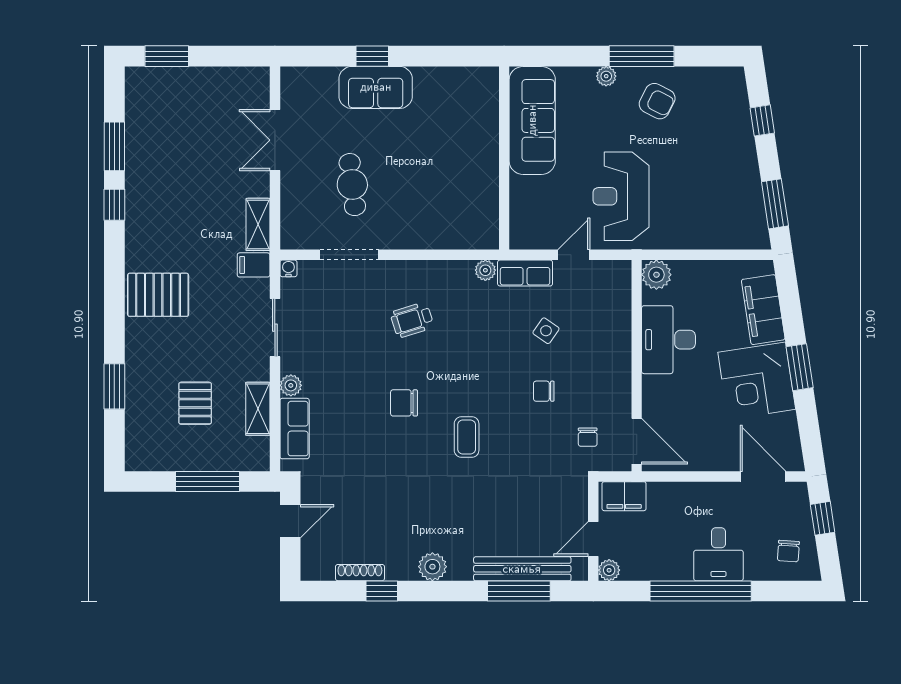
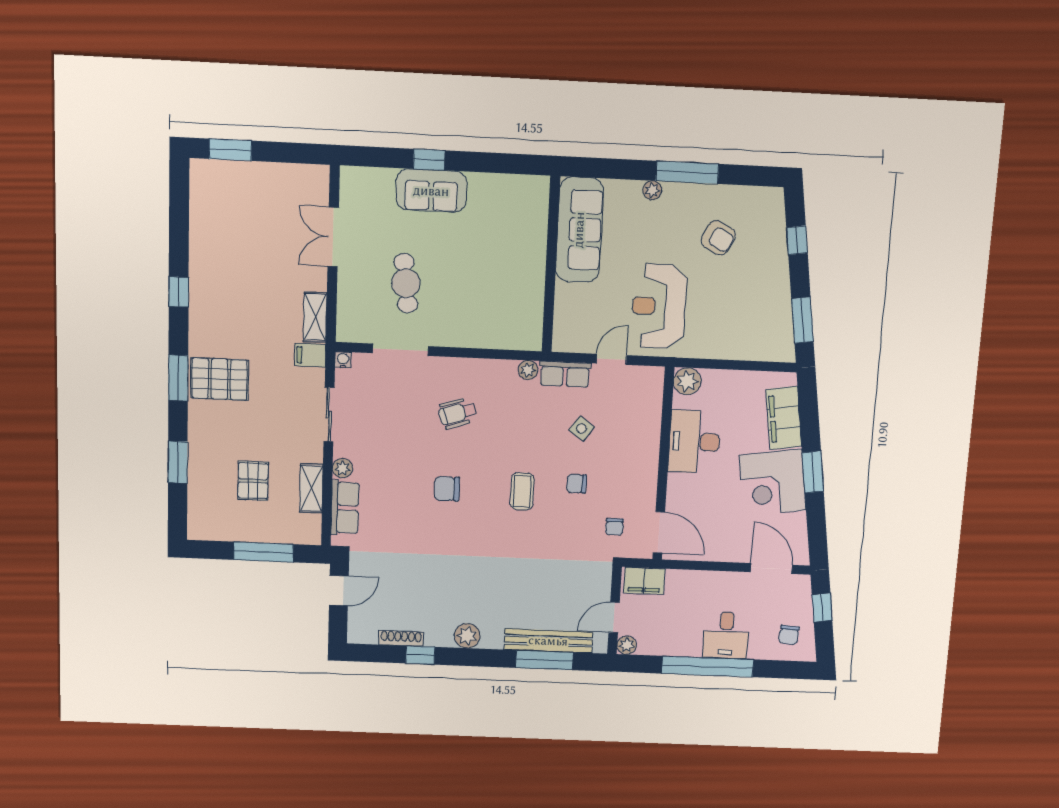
armchair: (657, 101) -> (718, 238), moved
window: (114, 146) -> (178, 378), moved
coffee table: (467, 437) -> (522, 491), moved

